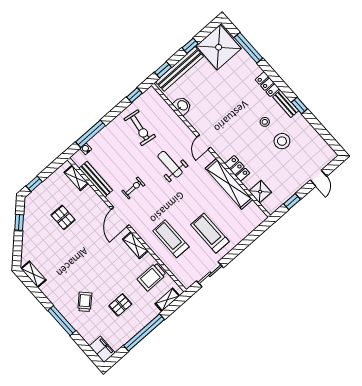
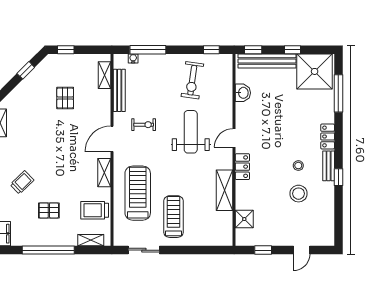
weight bench: (170, 164) -> (191, 132), width x1.36, depth x1.33
locker: (237, 168) -> (242, 167), moved
shelving: (229, 184) -> (225, 190), width x0.68
treadmill: (171, 239) -> (138, 193), width x1.37, depth x1.38

